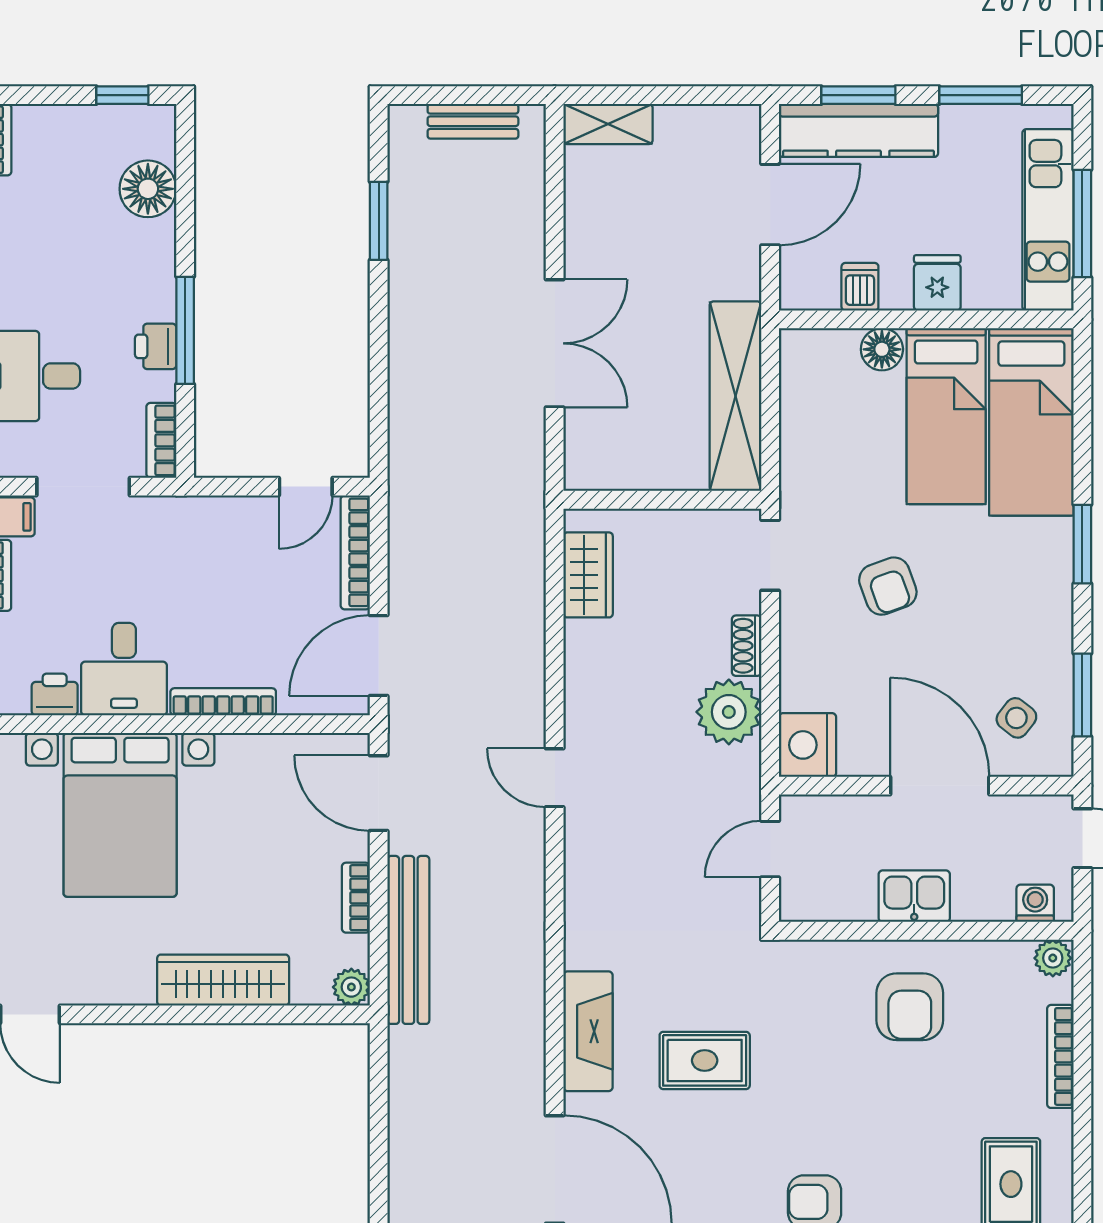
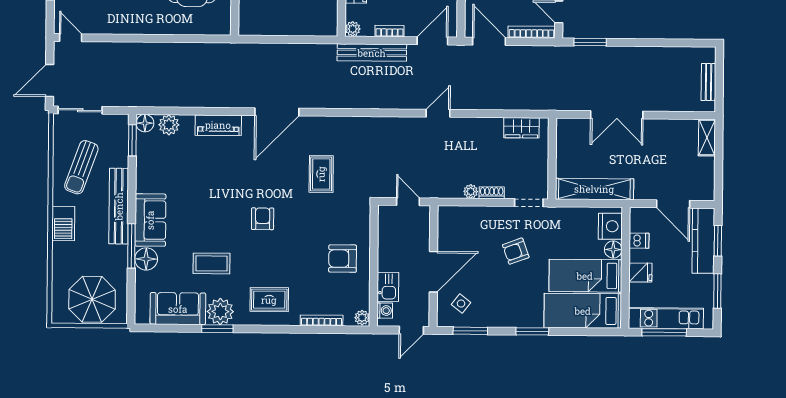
window: (379, 221) -> (590, 42), moved
plant: (729, 712) -> (471, 191), width x0.53, depth x0.53
nightstand: (807, 745) -> (610, 226), moved, turned 90
kitchen sink: (914, 896) -> (388, 287), moved
fireplace: (588, 1031) -> (334, 126), removed

